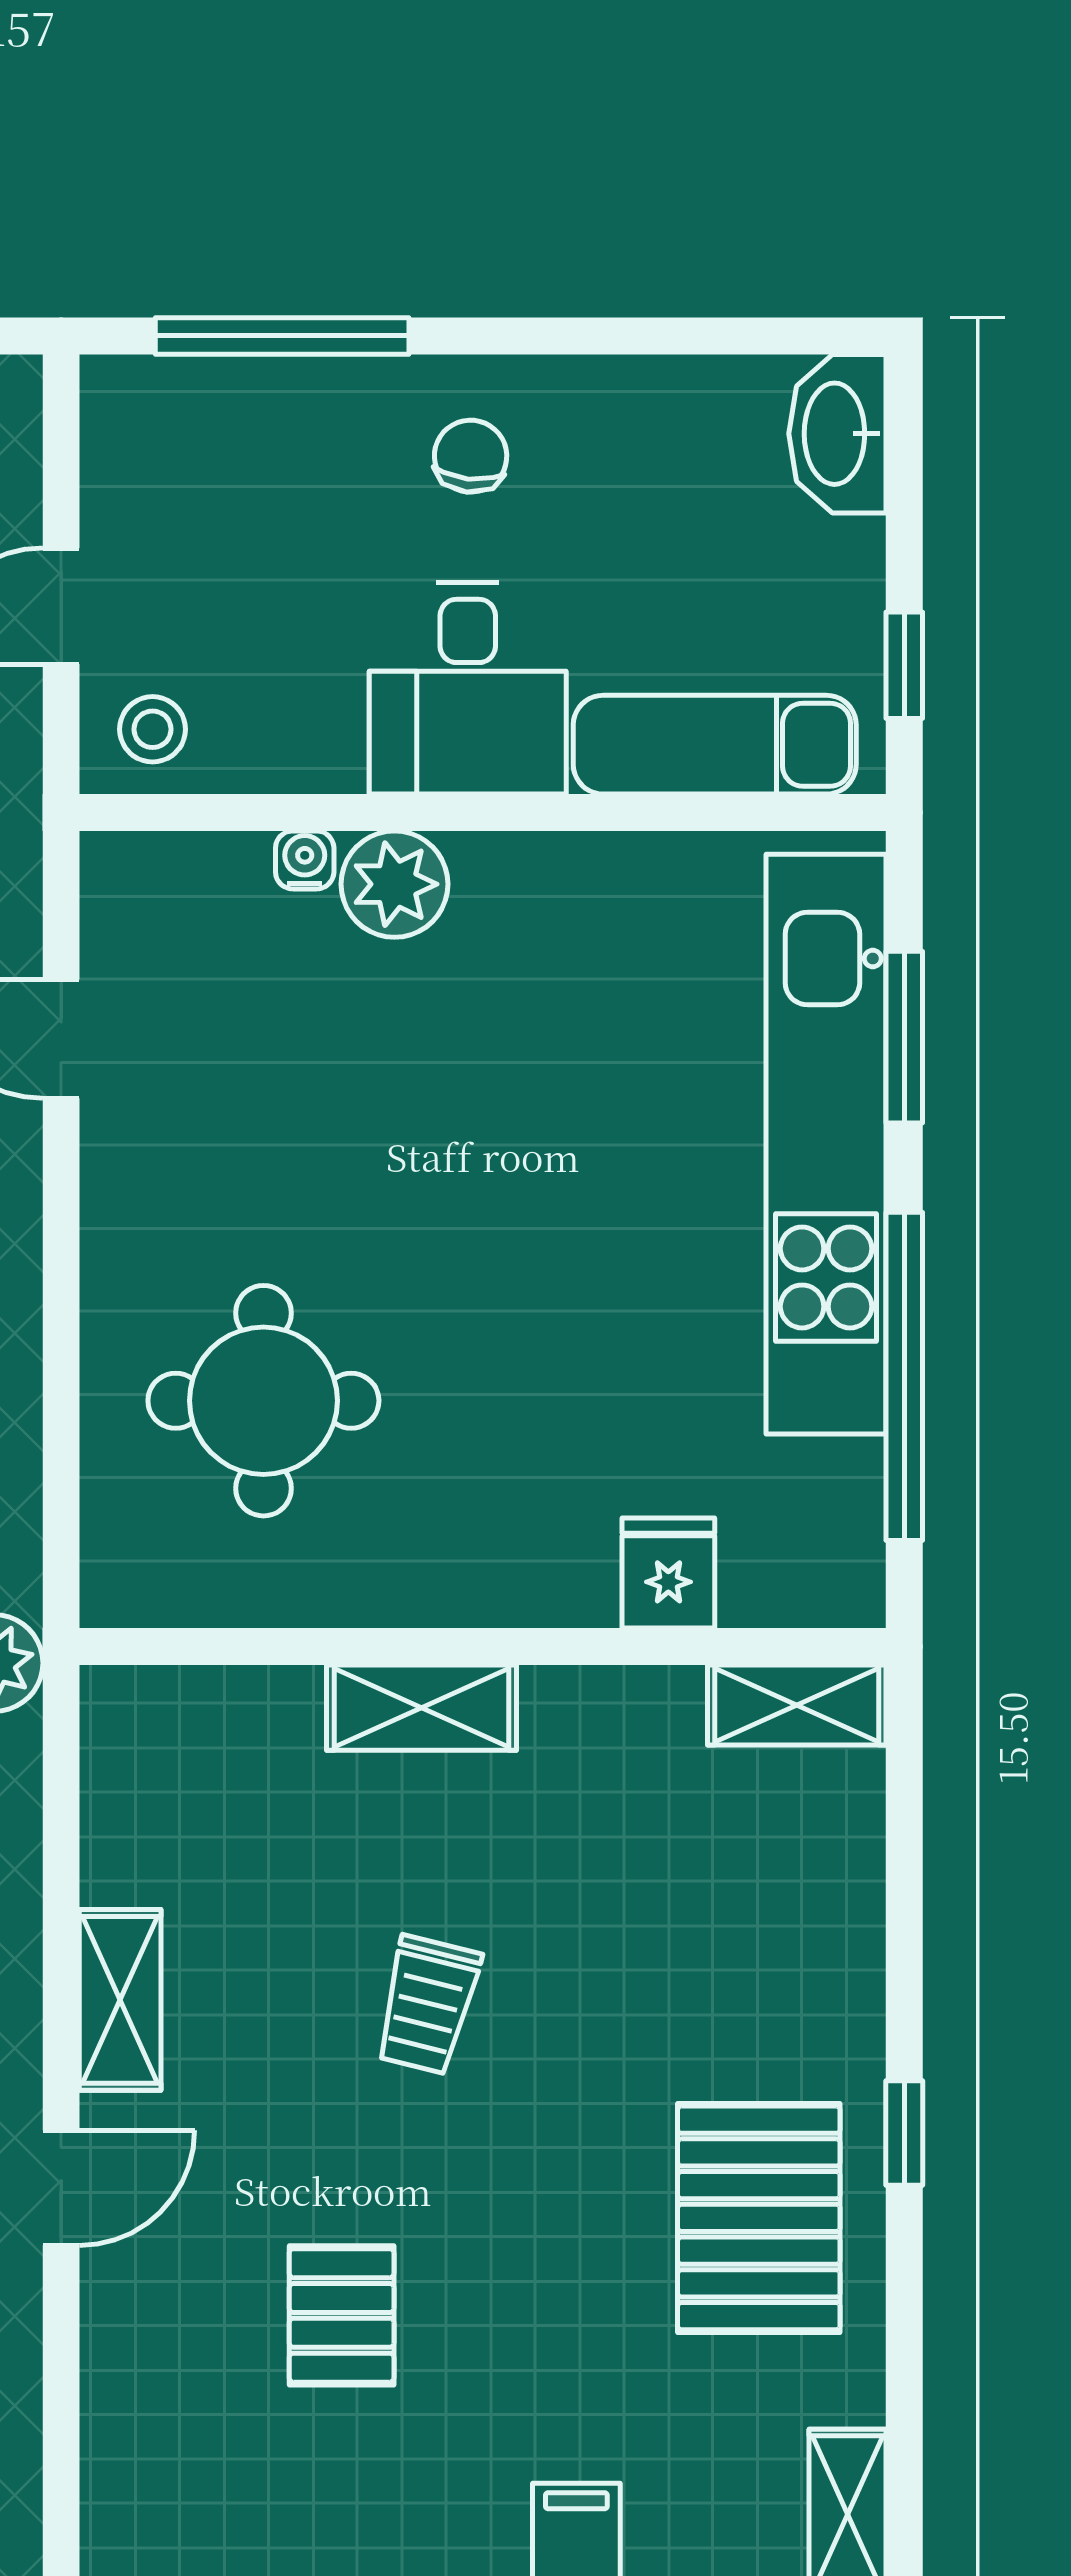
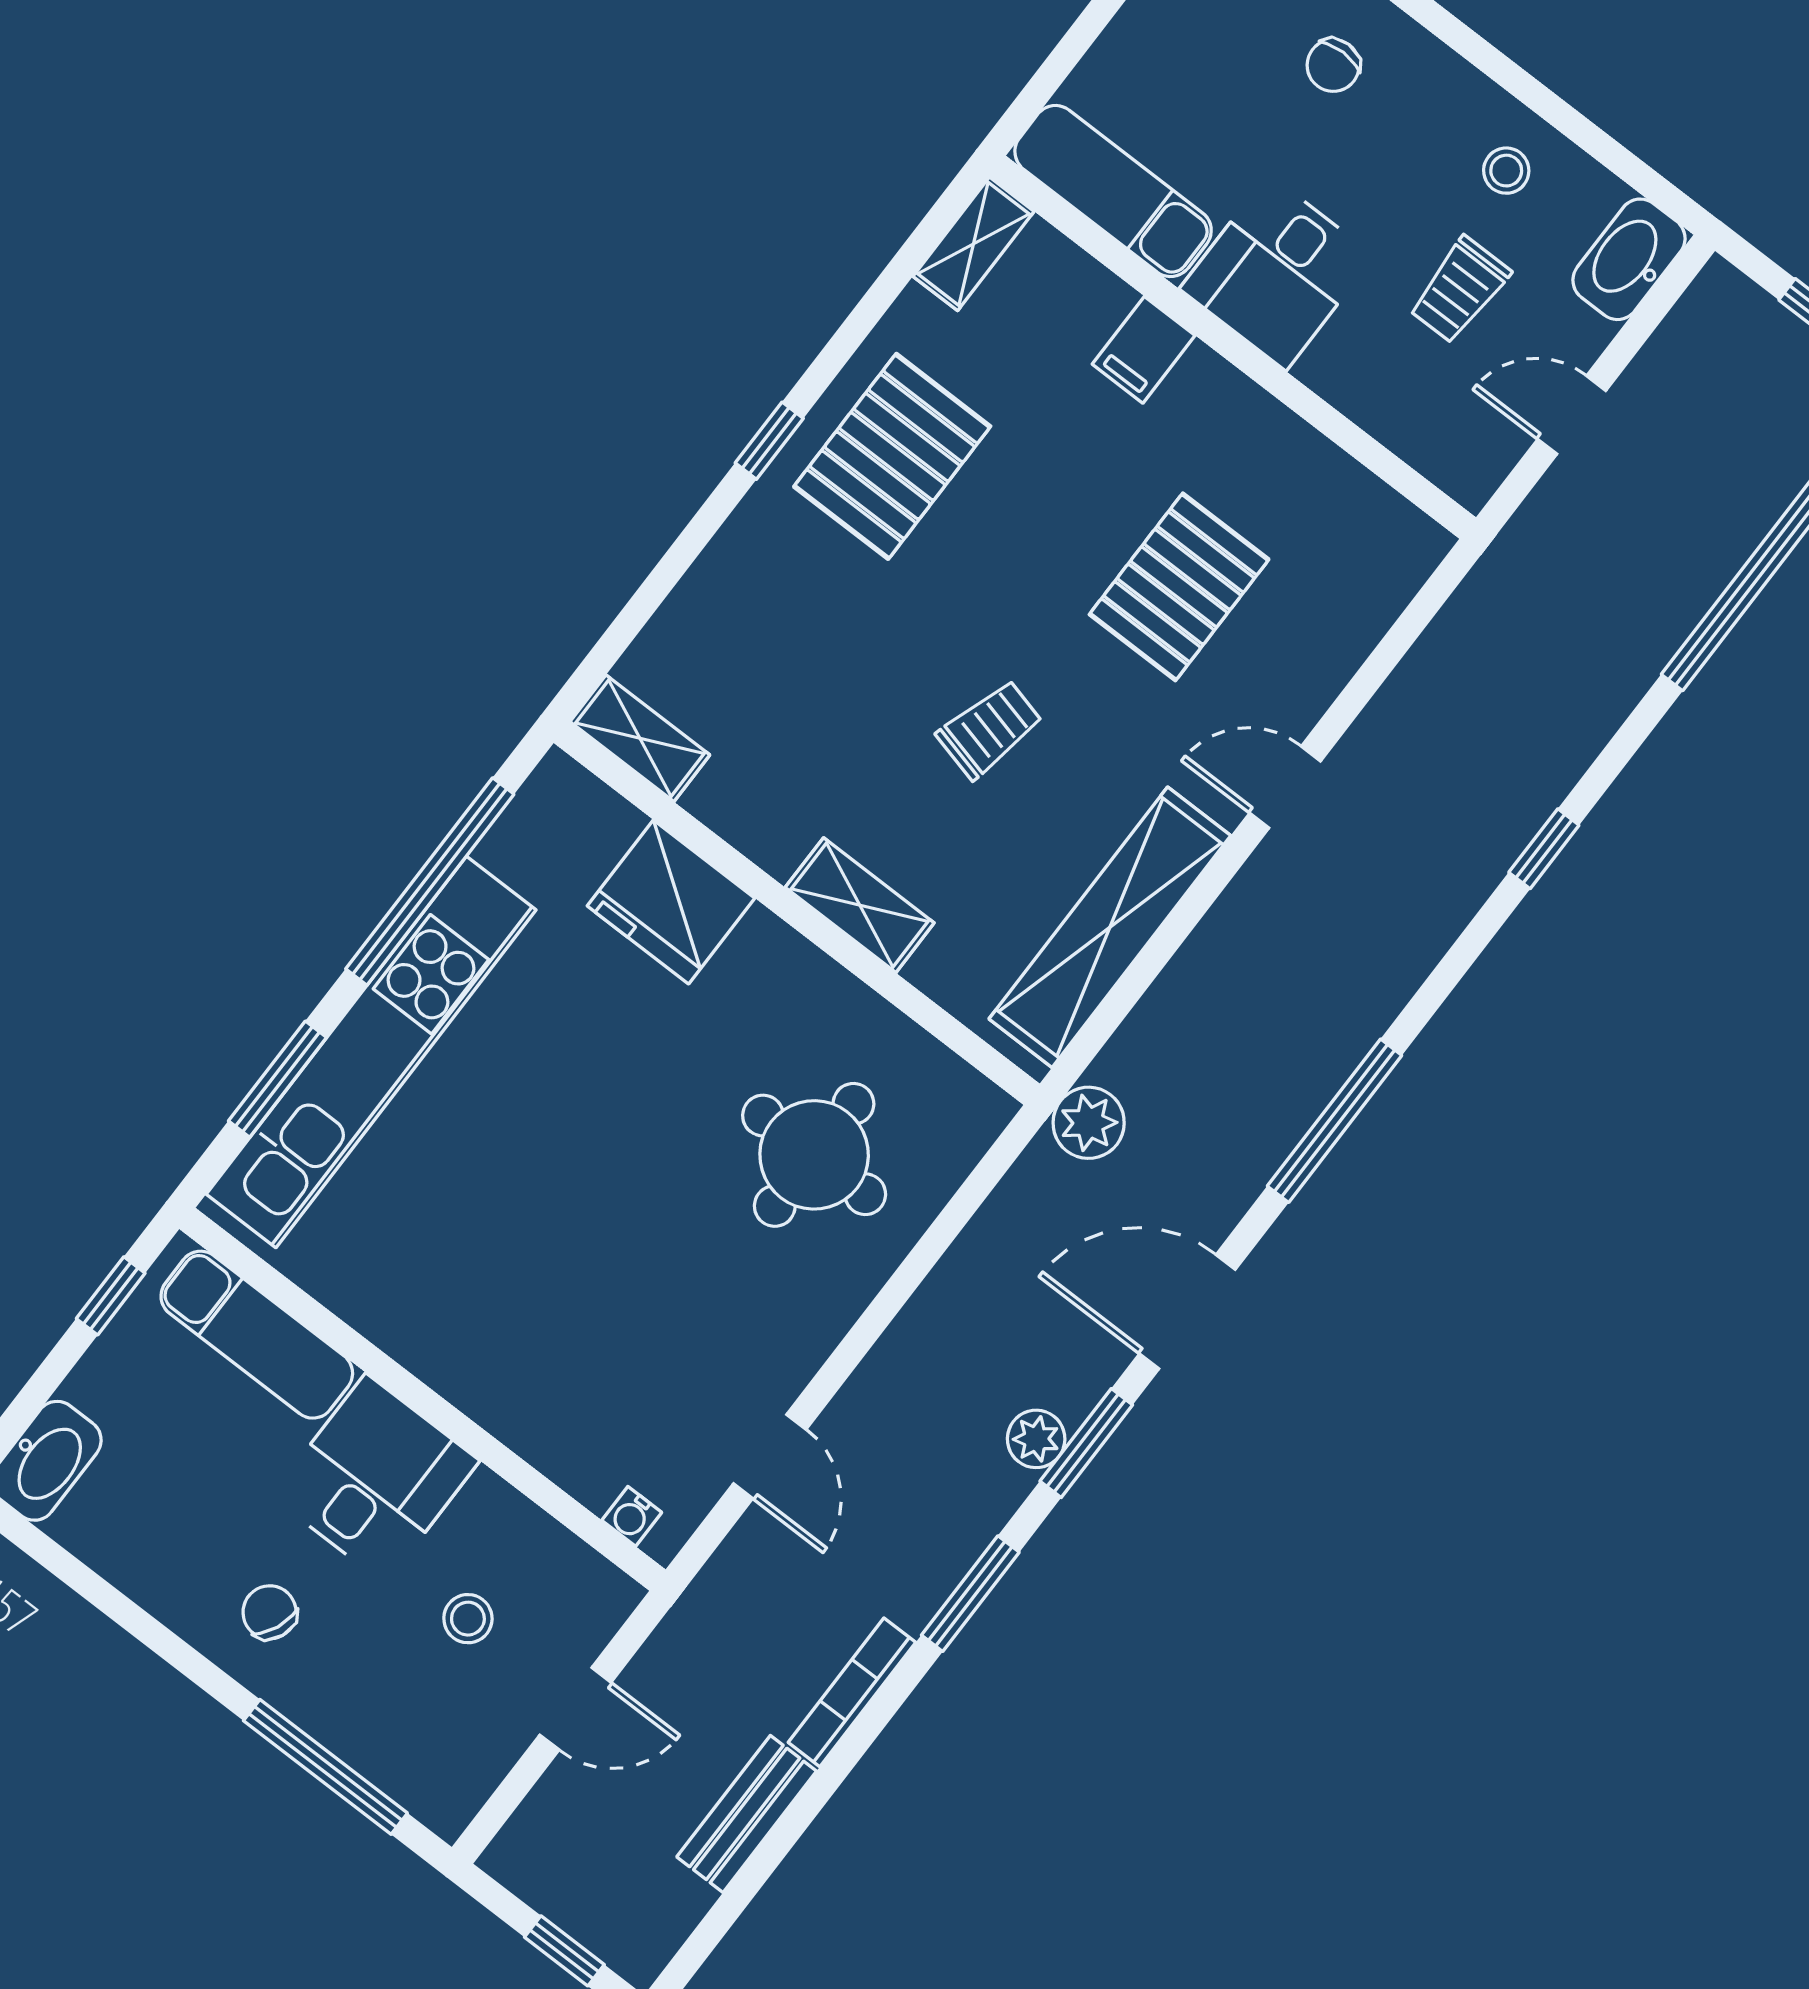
chair: (471, 456) -> (270, 1612), turned 107
stool: (153, 729) -> (468, 1619), moved
water cooler: (305, 860) -> (632, 1516), moved
plant: (394, 884) -> (506, 1397), removed
fridge: (668, 1573) -> (671, 902), width x1.88, depth x1.34
shelving: (120, 2000) -> (1110, 927), width x2.20, depth x1.33
pallet: (342, 2315) -> (1179, 587), width x1.50, depth x1.42

